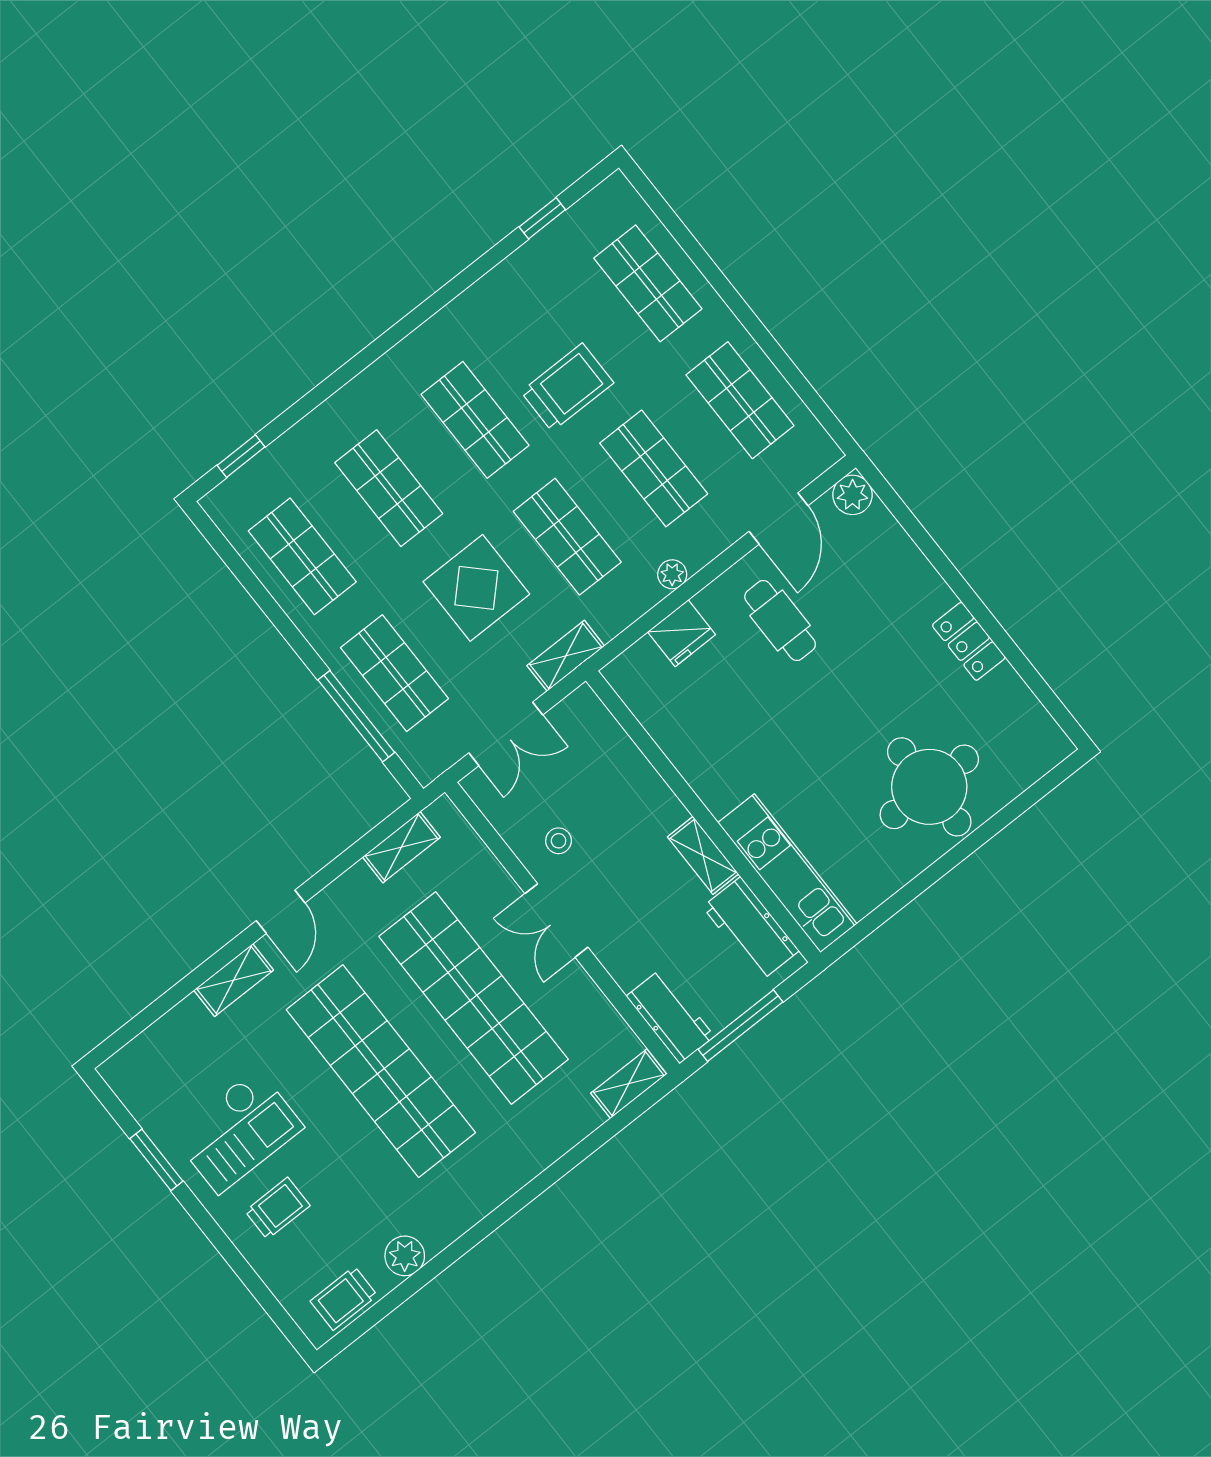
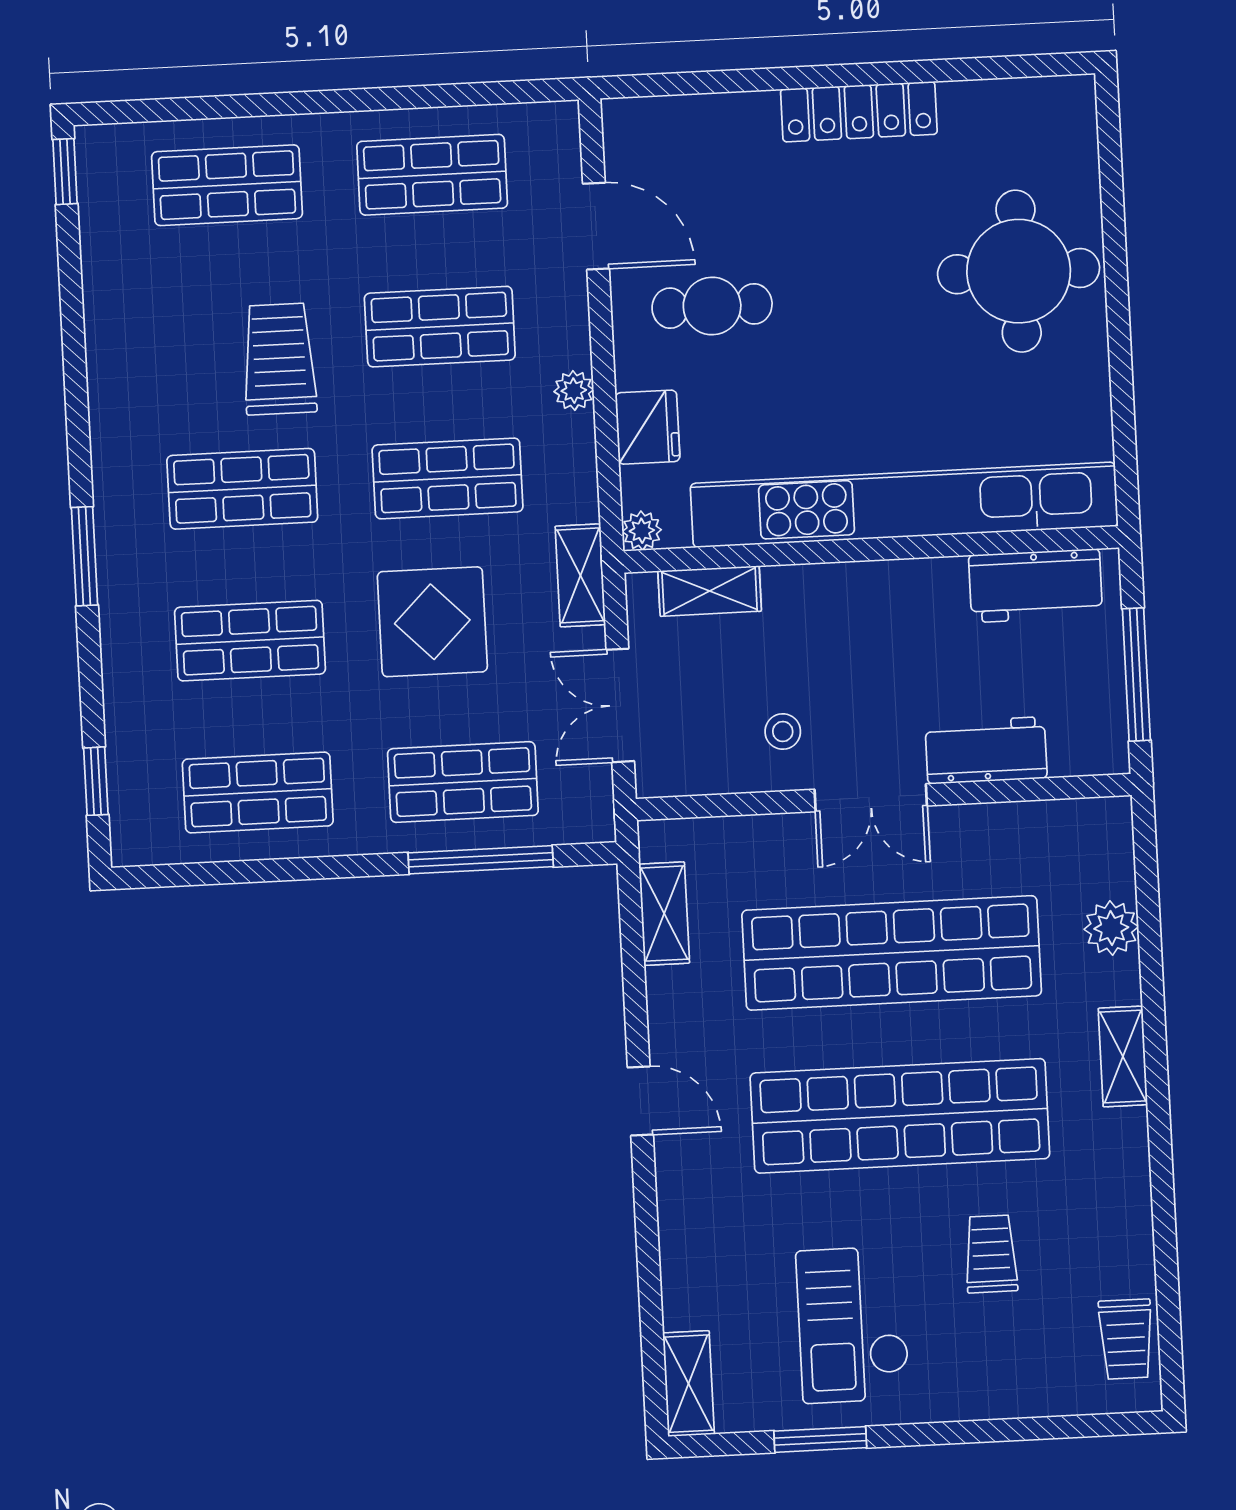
window: (542, 218) -> (65, 172), moved
window: (369, 355) -> (84, 556), added
plant: (852, 495) -> (642, 531), moved, width x0.73, depth x0.73
locker: (969, 641) -> (859, 112), width x1.53
double door: (506, 734) -> (620, 705), swing flipped
shelving: (703, 855) -> (710, 591), moved
kitchen unit: (787, 873) -> (904, 505), width x1.86
shelving: (234, 980) -> (689, 1384), moved
workbench: (670, 1016) -> (986, 750), moved
shelving: (629, 1084) -> (1123, 1056), moved
checkout: (238, 1131) -> (853, 1325), turned 180
trolley: (277, 1208) -> (991, 1254), moved
plant: (405, 1256) -> (1111, 928), moved

